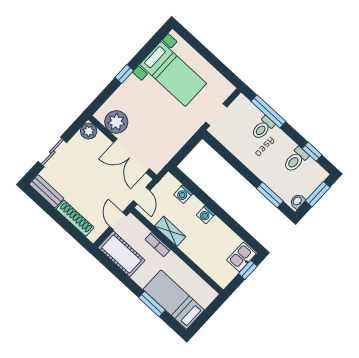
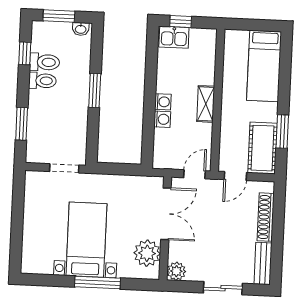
window: (124, 74) -> (98, 282), width x2.17
bed with nightstands: (173, 74) -> (86, 240), moved
window: (268, 111) -> (22, 124), width x0.69
toilet: (263, 128) -> (42, 81), moved
washing machine: (183, 194) -> (162, 119), moved
window: (270, 195) -> (95, 90), moved
shelving: (170, 231) -> (206, 104), moved
bookcase: (158, 244) -> (226, 122), removed
window: (152, 304) -> (282, 131), moved

